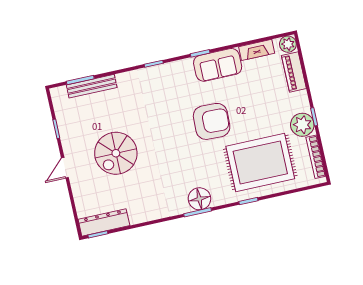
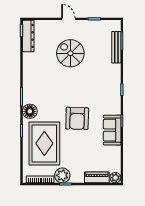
fireplace: (257, 50) -> (116, 157), removed
floor lamp: (199, 199) -> (30, 111), moved

